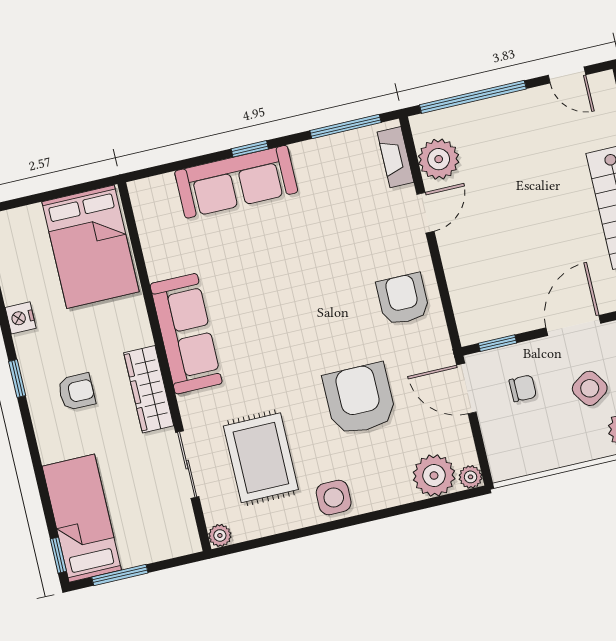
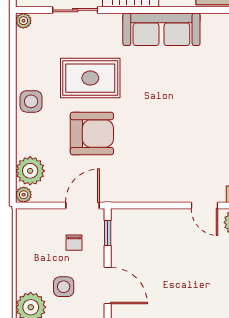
armchair: (403, 299) -> (151, 177), removed
side table: (590, 388) -> (64, 287), turned 34
rug: (261, 458) -> (90, 78), moved

